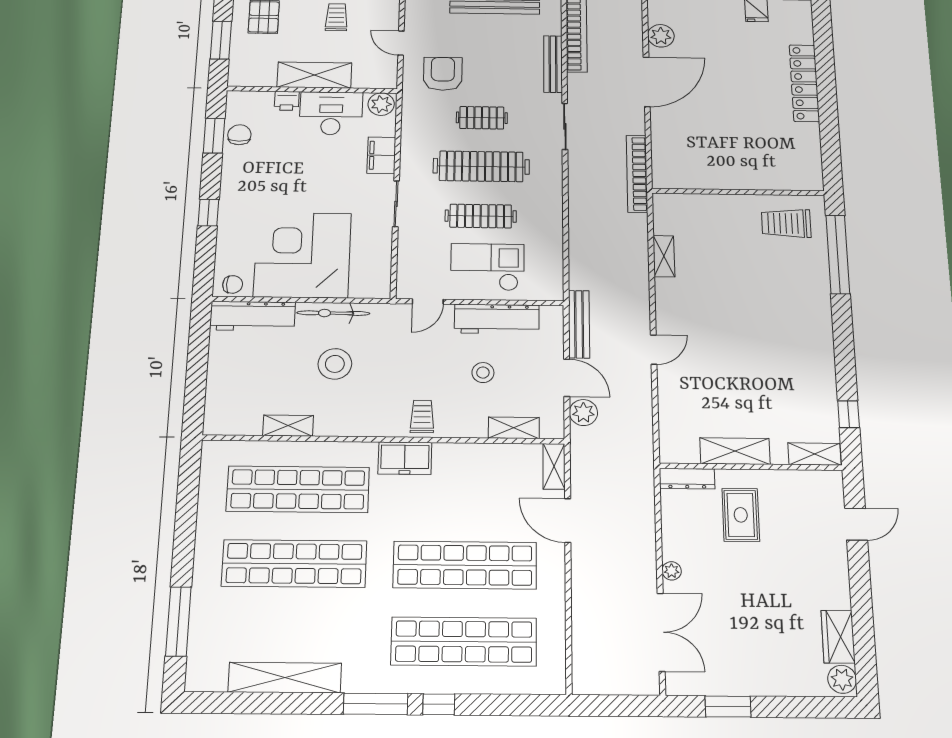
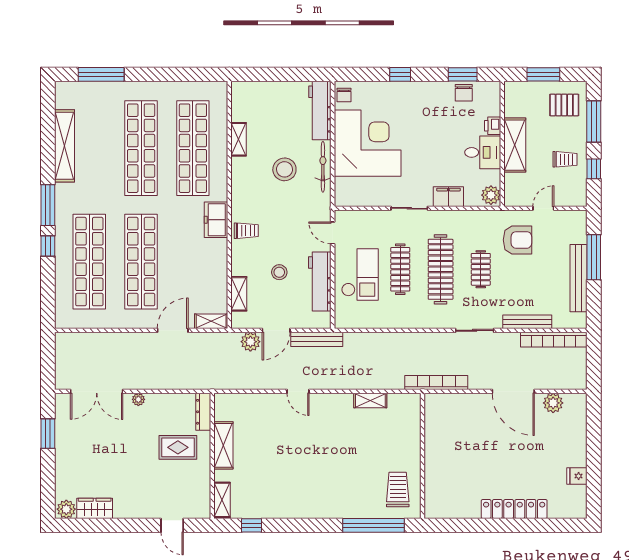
desk: (331, 113) -> (483, 152), width x0.73
chair: (239, 135) -> (464, 93), turned 90

